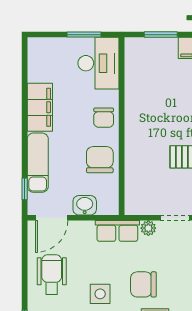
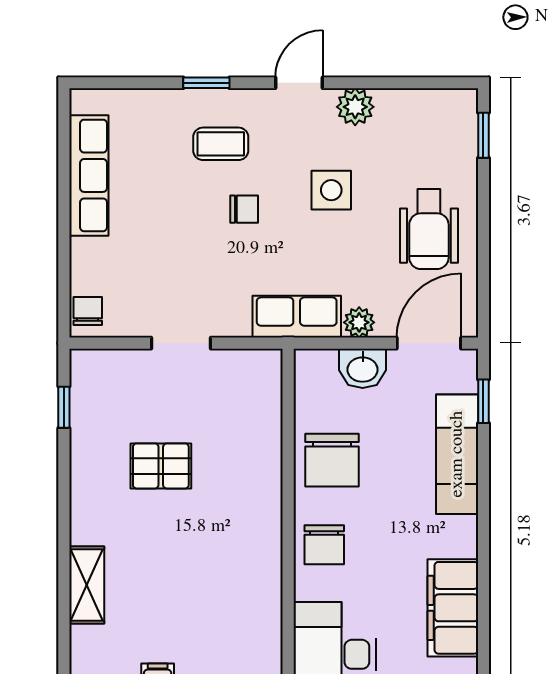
filing cabinet: (40, 107) -> (453, 608), moved
chair: (104, 118) -> (324, 545), turned 180
plant: (148, 228) -> (359, 322), moved
chair: (143, 284) -> (244, 209), width x0.54, depth x0.54

